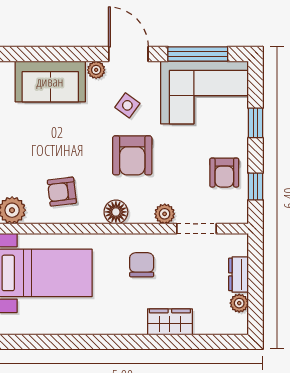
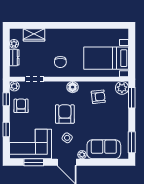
window: (198, 54) -> (34, 162), width x0.69
plant: (165, 214) -> (14, 86), moved
wardrobe: (170, 322) -> (34, 35), moved

